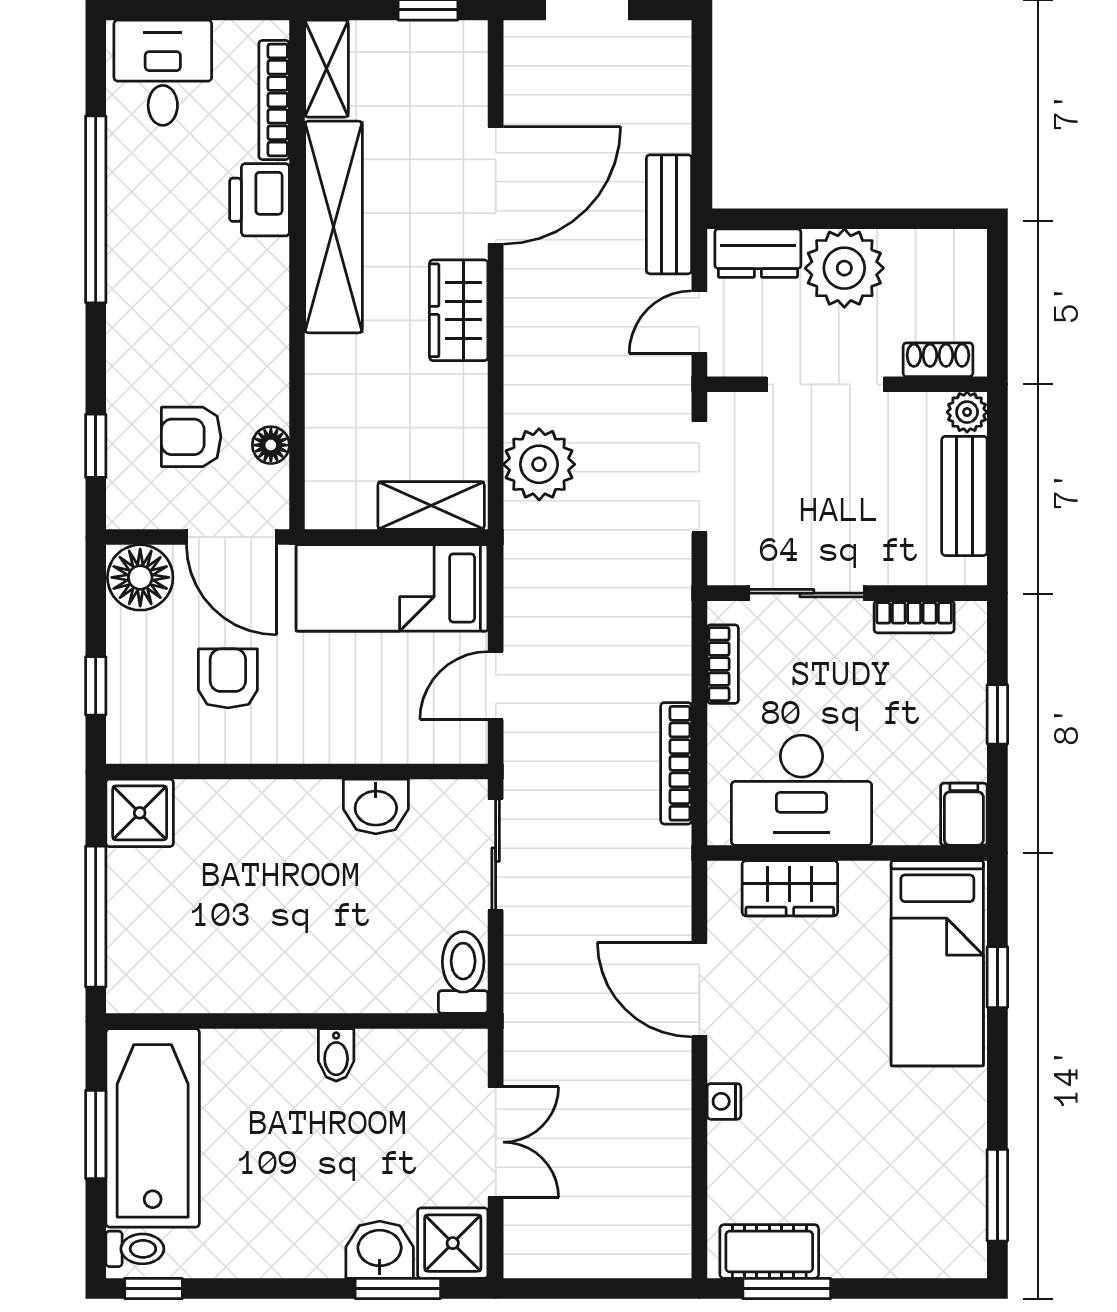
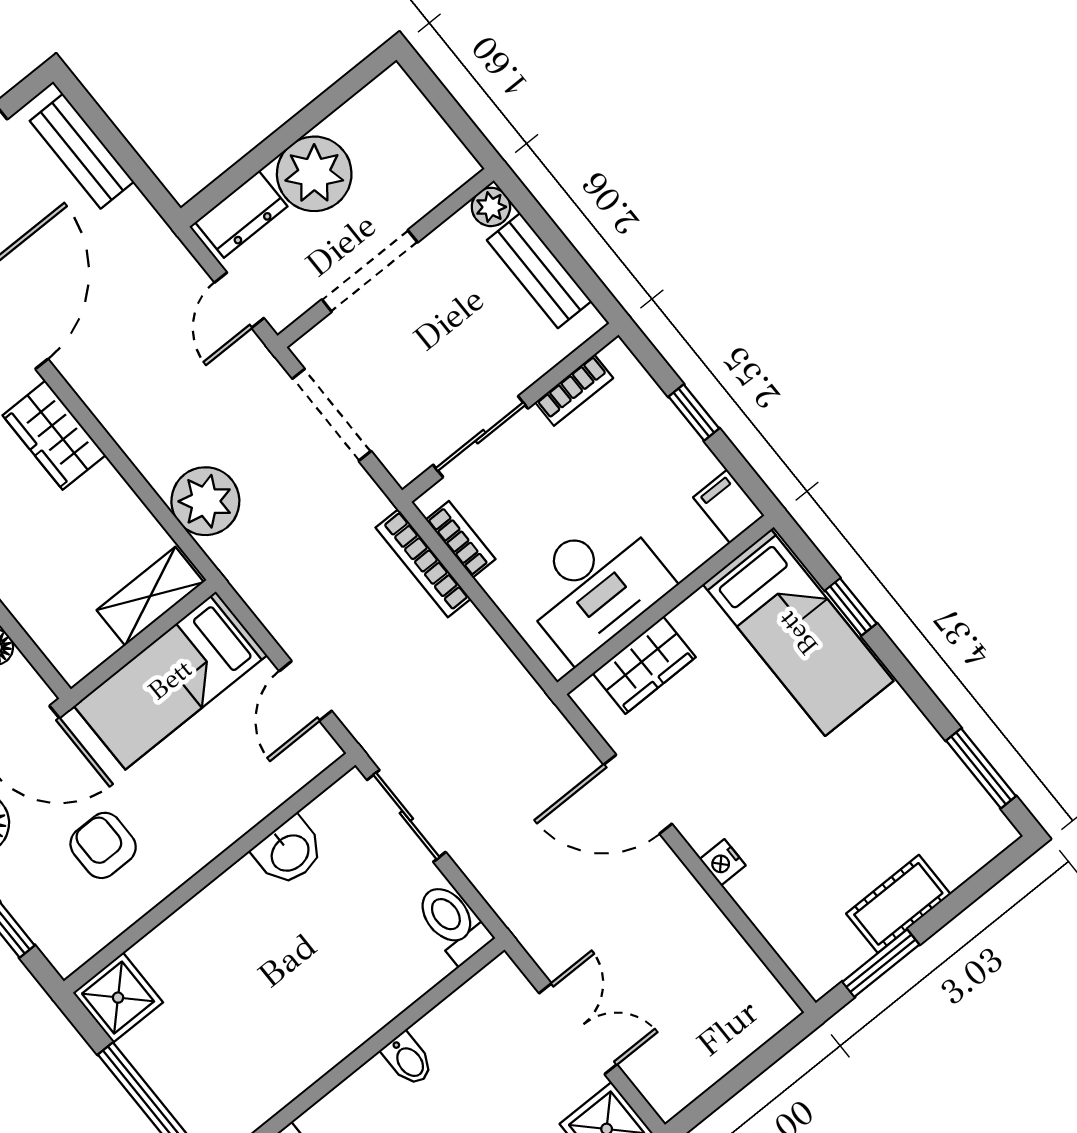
bench: (669, 214) -> (82, 151), moved
shoe rack: (938, 360) -> (438, 186), removed
bookcase: (676, 763) -> (423, 563), moved
cot: (769, 1252) -> (898, 904), moved

